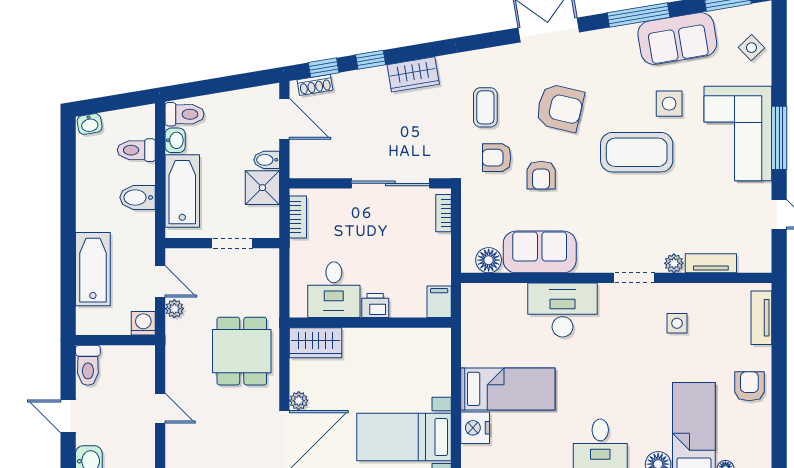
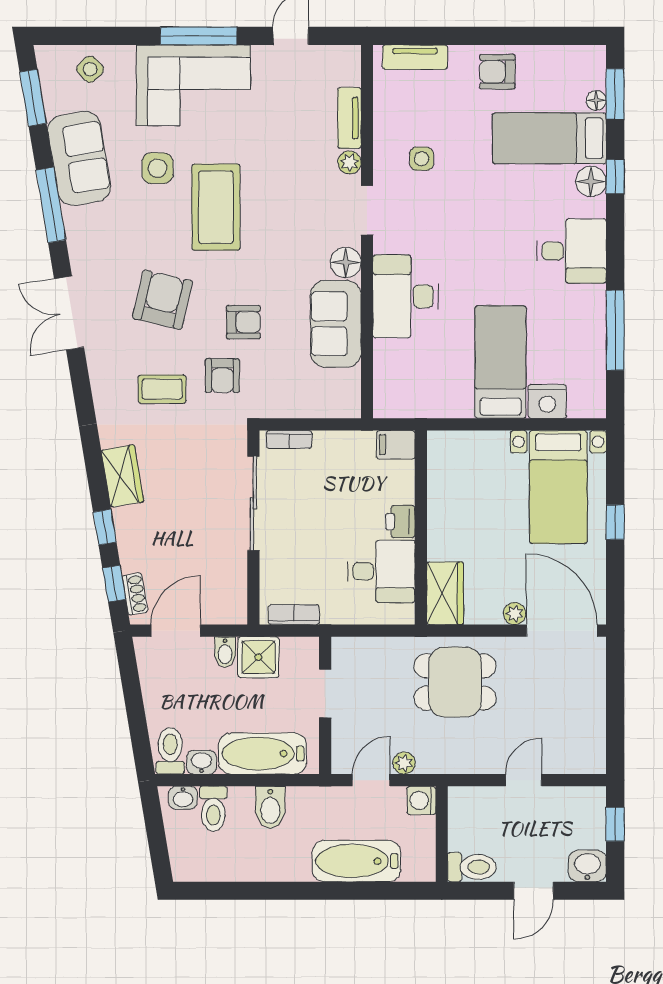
washbasin: (90, 124) -> (183, 798), moved, turned 99
floor lamp: (489, 260) -> (346, 262), moved

